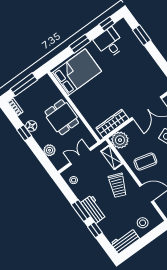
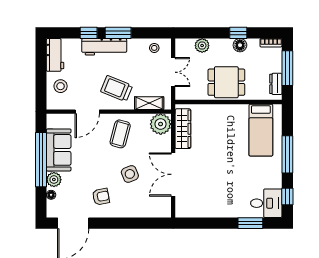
desk: (109, 43) -> (266, 203), moved
window: (80, 44) -> (287, 154), width x1.44
bed: (76, 72) -> (261, 130), width x0.67
dresser: (39, 84) -> (276, 84), added
workbench: (94, 209) -> (104, 47), width x1.38

